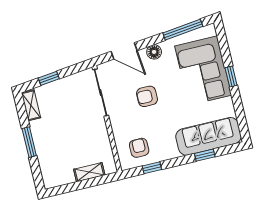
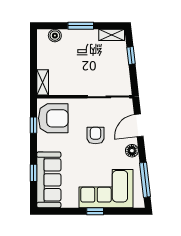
armchair: (139, 148) -> (53, 118), width x1.88, depth x1.88
boiler: (47, 168) -> (55, 36), added
shelving: (89, 172) -> (43, 82), moved

